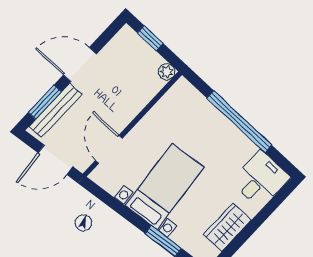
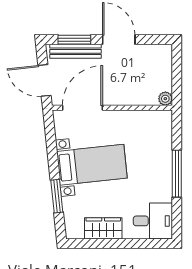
window: (150, 38) -> (177, 68), removed
window: (239, 122) -> (177, 174), width x0.68
door: (109, 149) -> (82, 108), width x1.36

